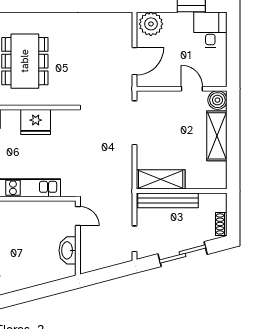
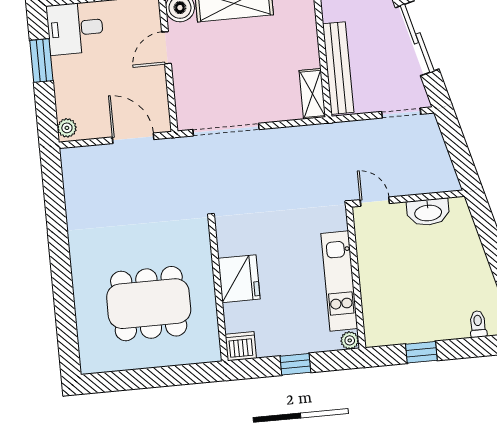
plant: (151, 24) -> (67, 128), width x0.53, depth x0.53
shelving: (161, 179) -> (312, 94), width x0.67, depth x0.75
door: (78, 216) -> (375, 202), hinge flipped

